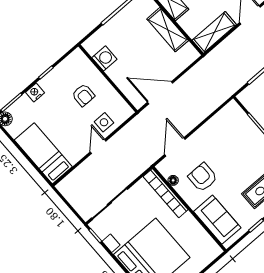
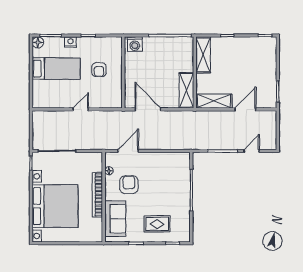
shelving: (168, 30) -> (186, 90), moved
washing machine: (104, 58) -> (135, 44), moved, turned 90
side table: (104, 122) -> (97, 98), removed
bed: (43, 153) -> (56, 69), moved, turned 90
bookcase: (166, 193) -> (97, 195), moved

